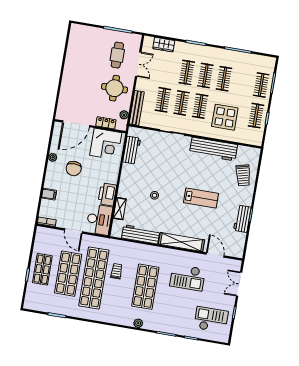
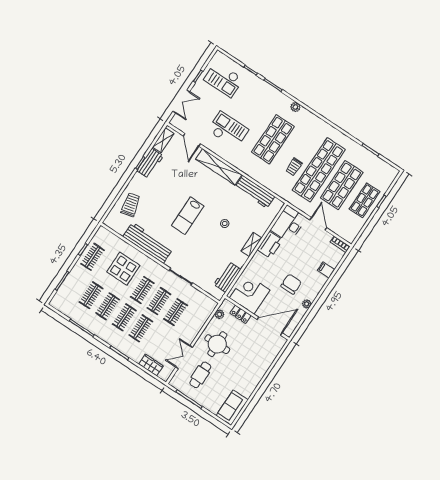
sofa: (77, 39) -> (232, 408), added
clothes rail: (261, 85) -> (91, 295), moved
bench: (137, 108) -> (204, 315), removed
lab bench: (201, 198) -> (188, 216), moved, turned -90
shelving: (120, 209) -> (251, 244), moved
shelving: (240, 244) -> (163, 140), added

